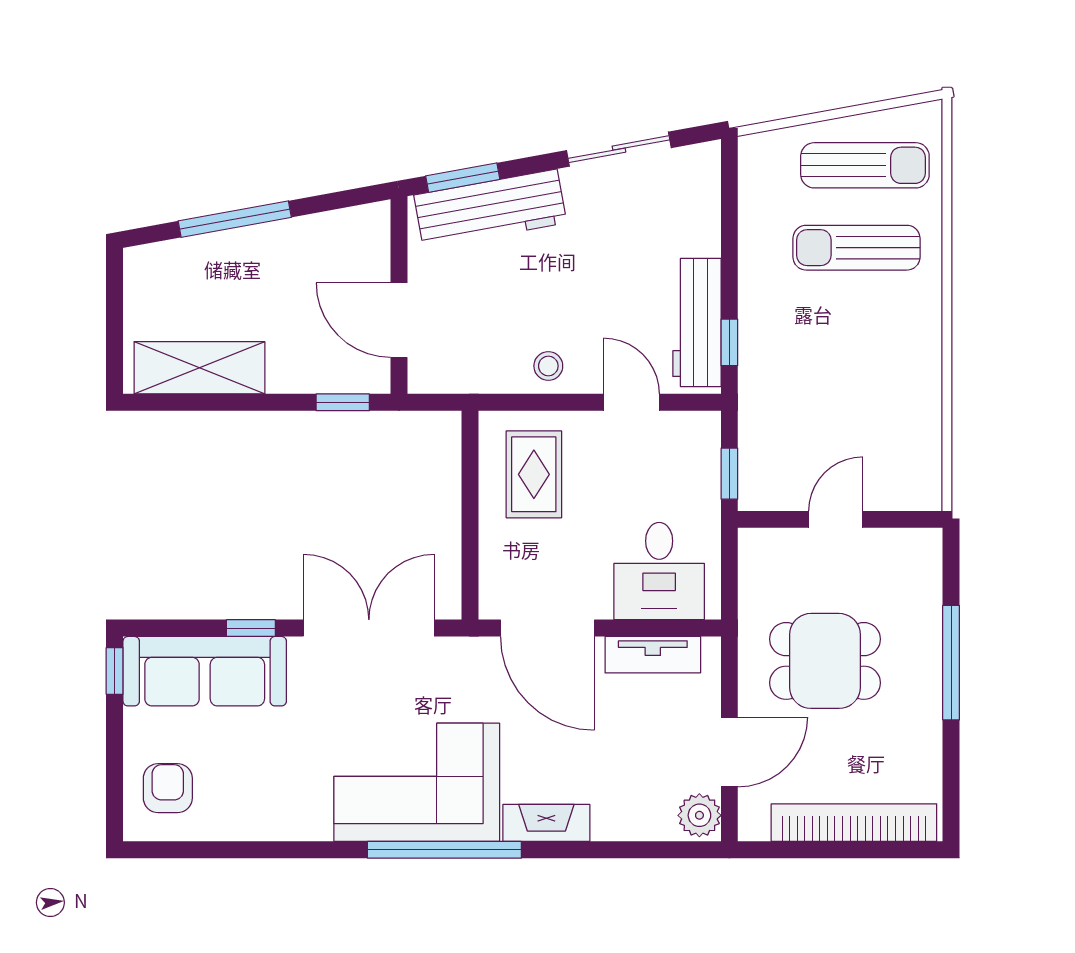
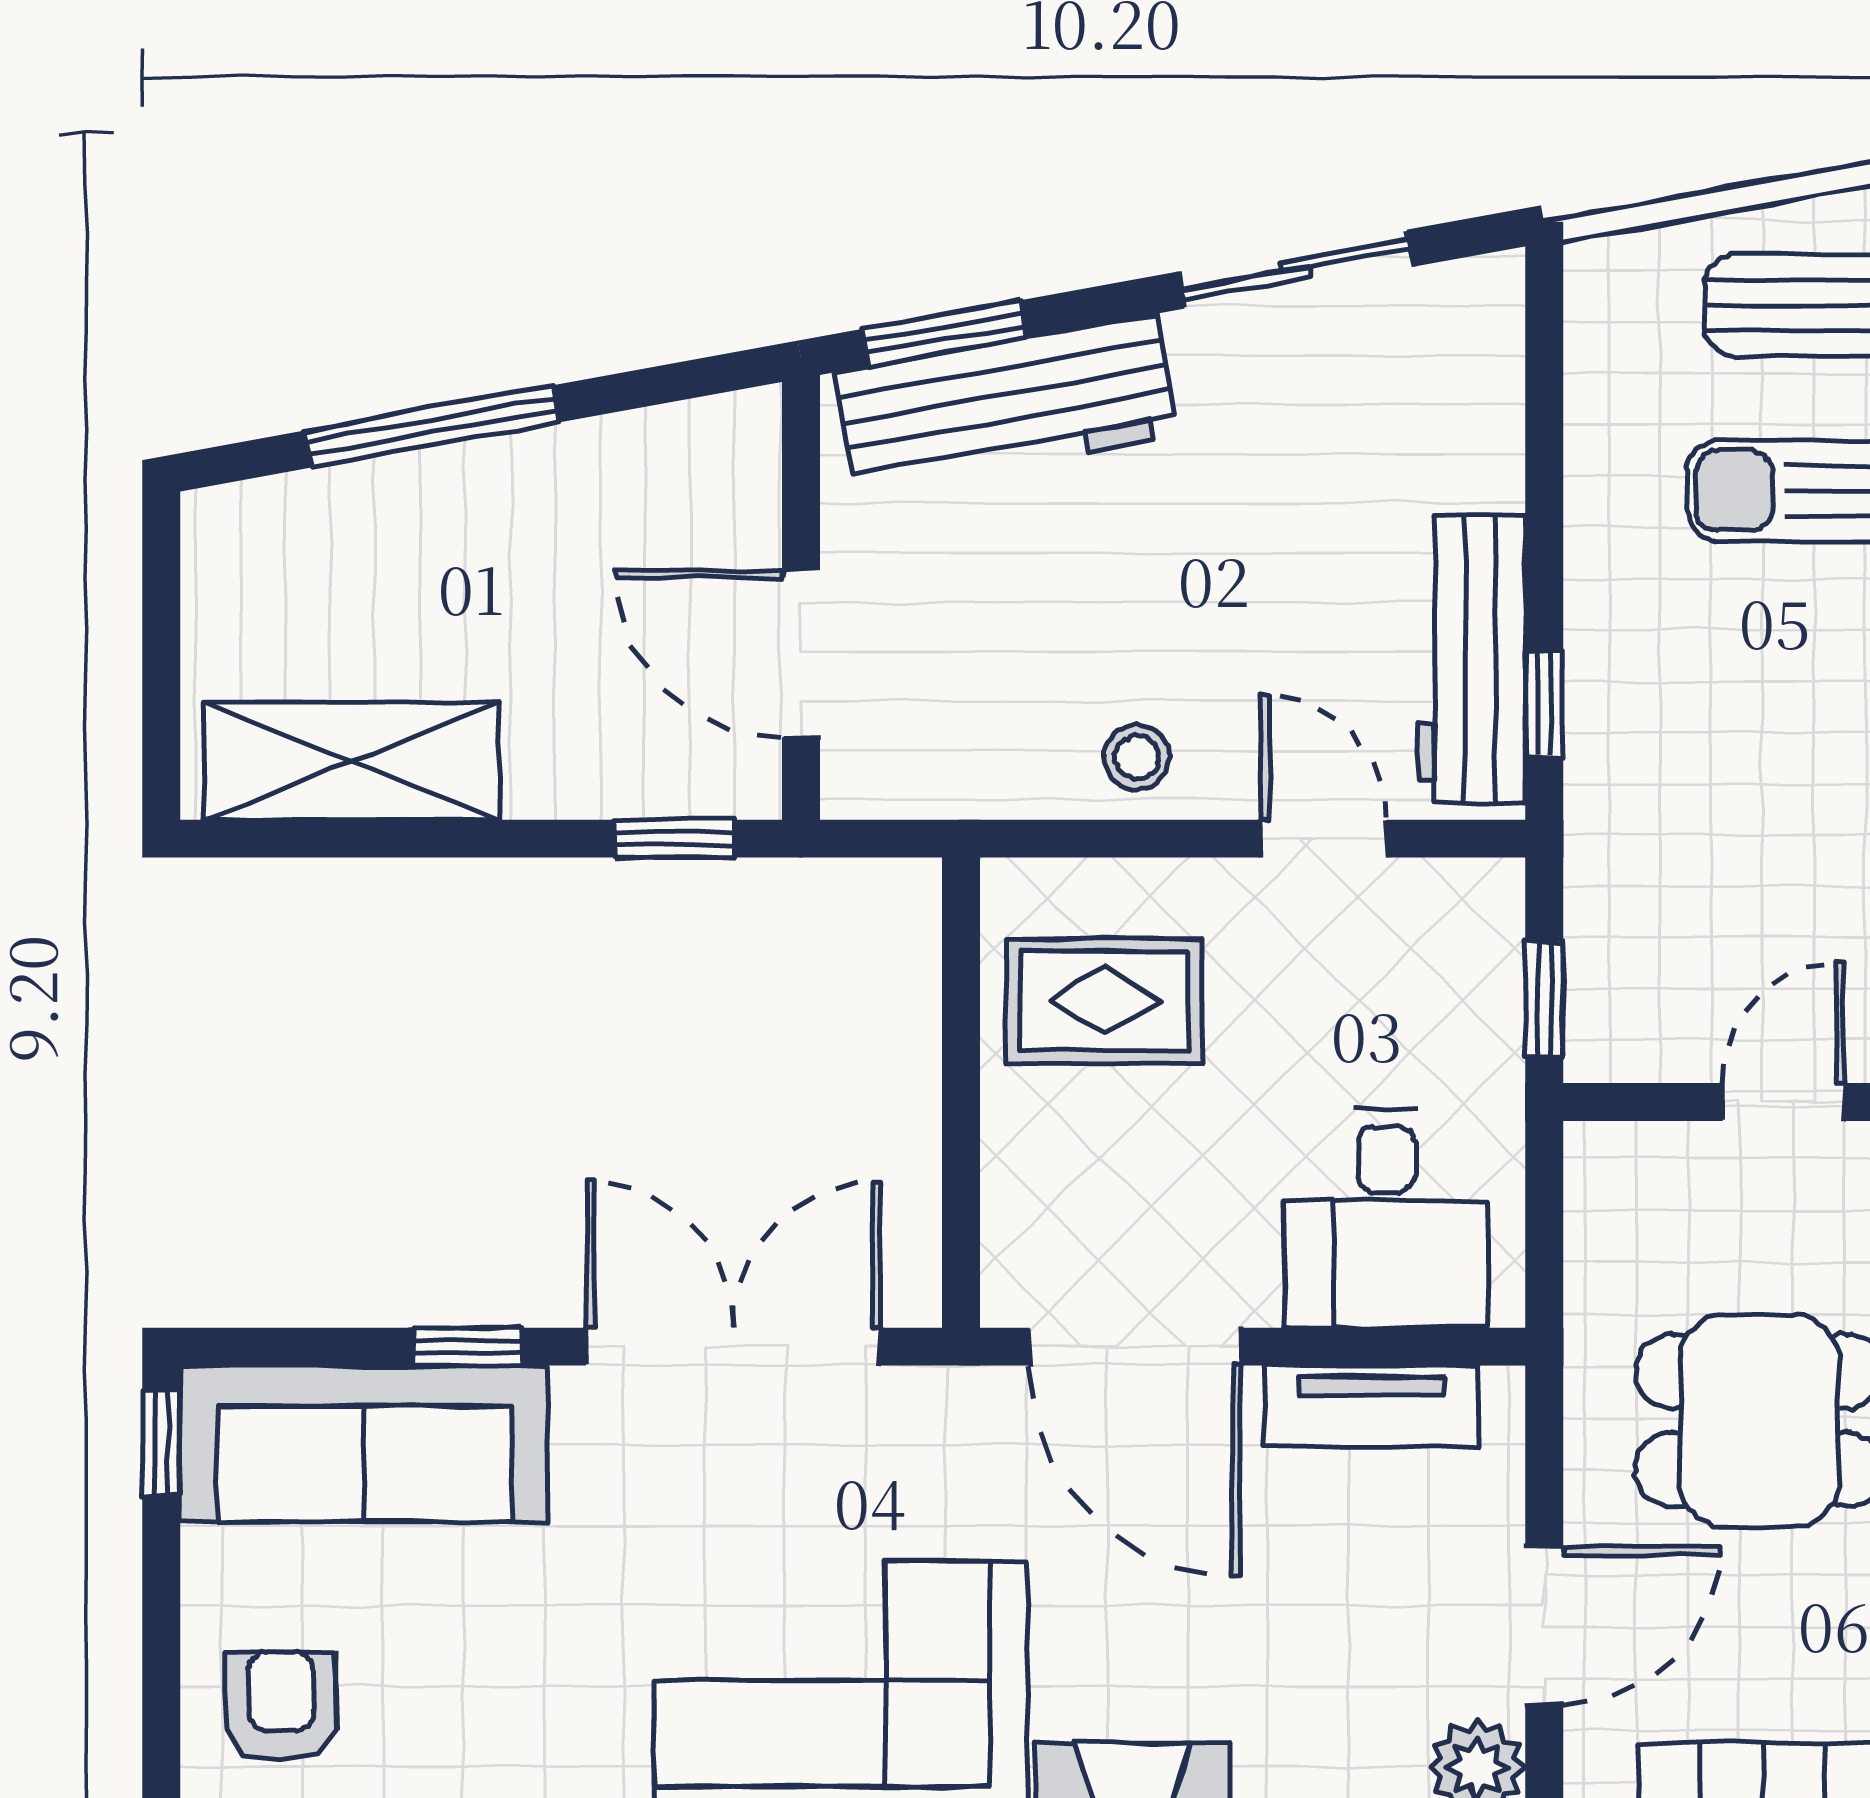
rug: (534, 474) -> (1104, 1001), turned 90

